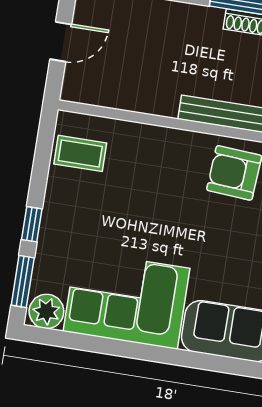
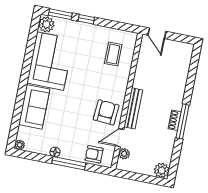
door: (61, 42) -> (157, 33), moved
coffee table: (80, 153) -> (113, 54), moved

